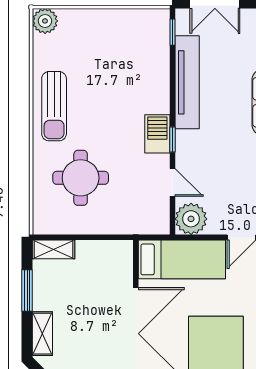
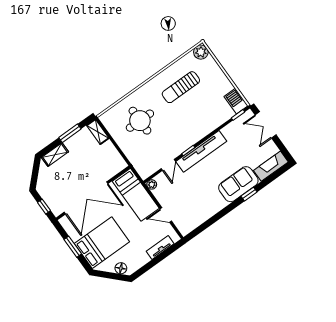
tv unit: (187, 82) -> (201, 151), moved
sun lounger: (54, 106) -> (181, 87), moved
barbecue: (157, 134) -> (236, 101), moved, turned -90
plant: (191, 219) -> (152, 184), width x0.53, depth x0.53

